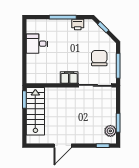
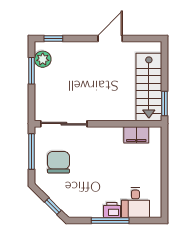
printer: (78, 25) -> (112, 210), moved
desk: (37, 44) -> (135, 203), moved, turned 90
chair: (99, 58) -> (58, 162), turned 180
filing cabinet: (69, 78) -> (136, 135), moved

